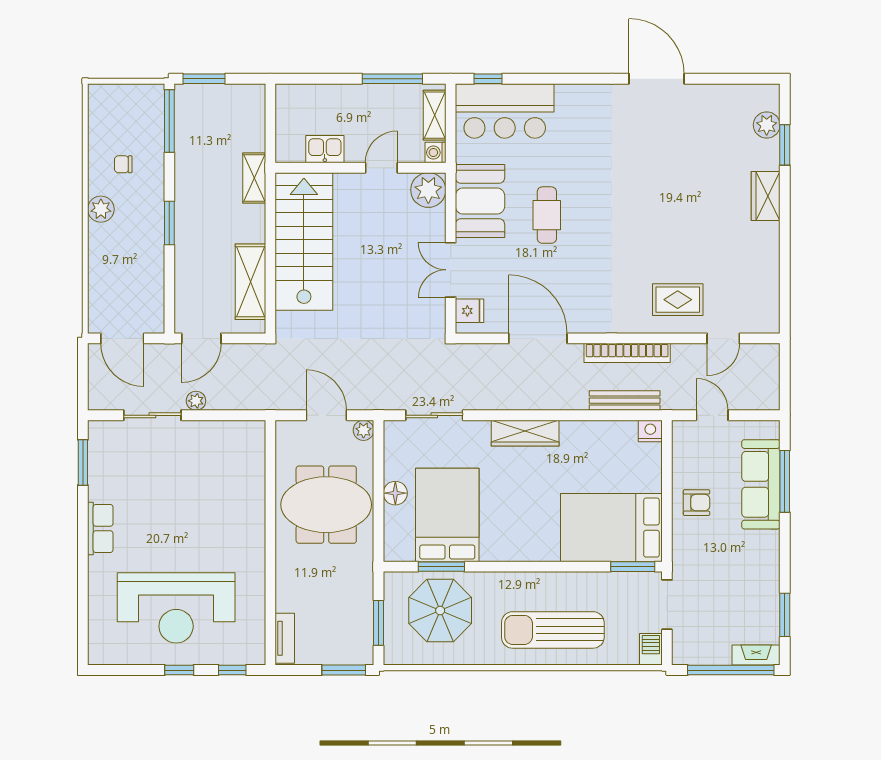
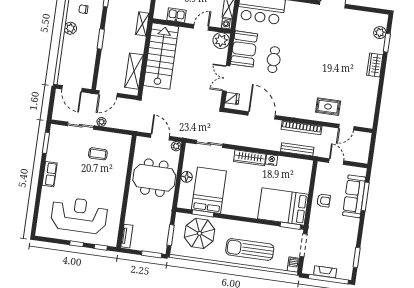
nightstand: (650, 431) -> (272, 160), moved
coffee table: (198, 470) -> (98, 154), added
reception desk: (176, 608) -> (79, 215), turned 180
fireplace: (756, 655) -> (325, 272), moved

